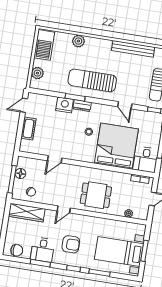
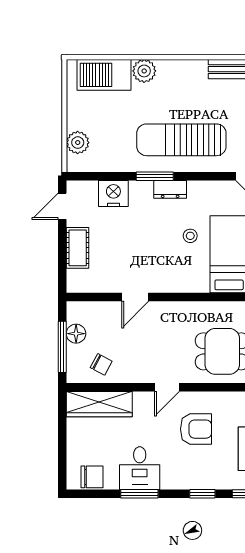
barbecue: (44, 45) -> (104, 75), moved, turned 90
nightstand: (65, 105) -> (113, 193), moved
armchair: (71, 244) -> (196, 429), moved

